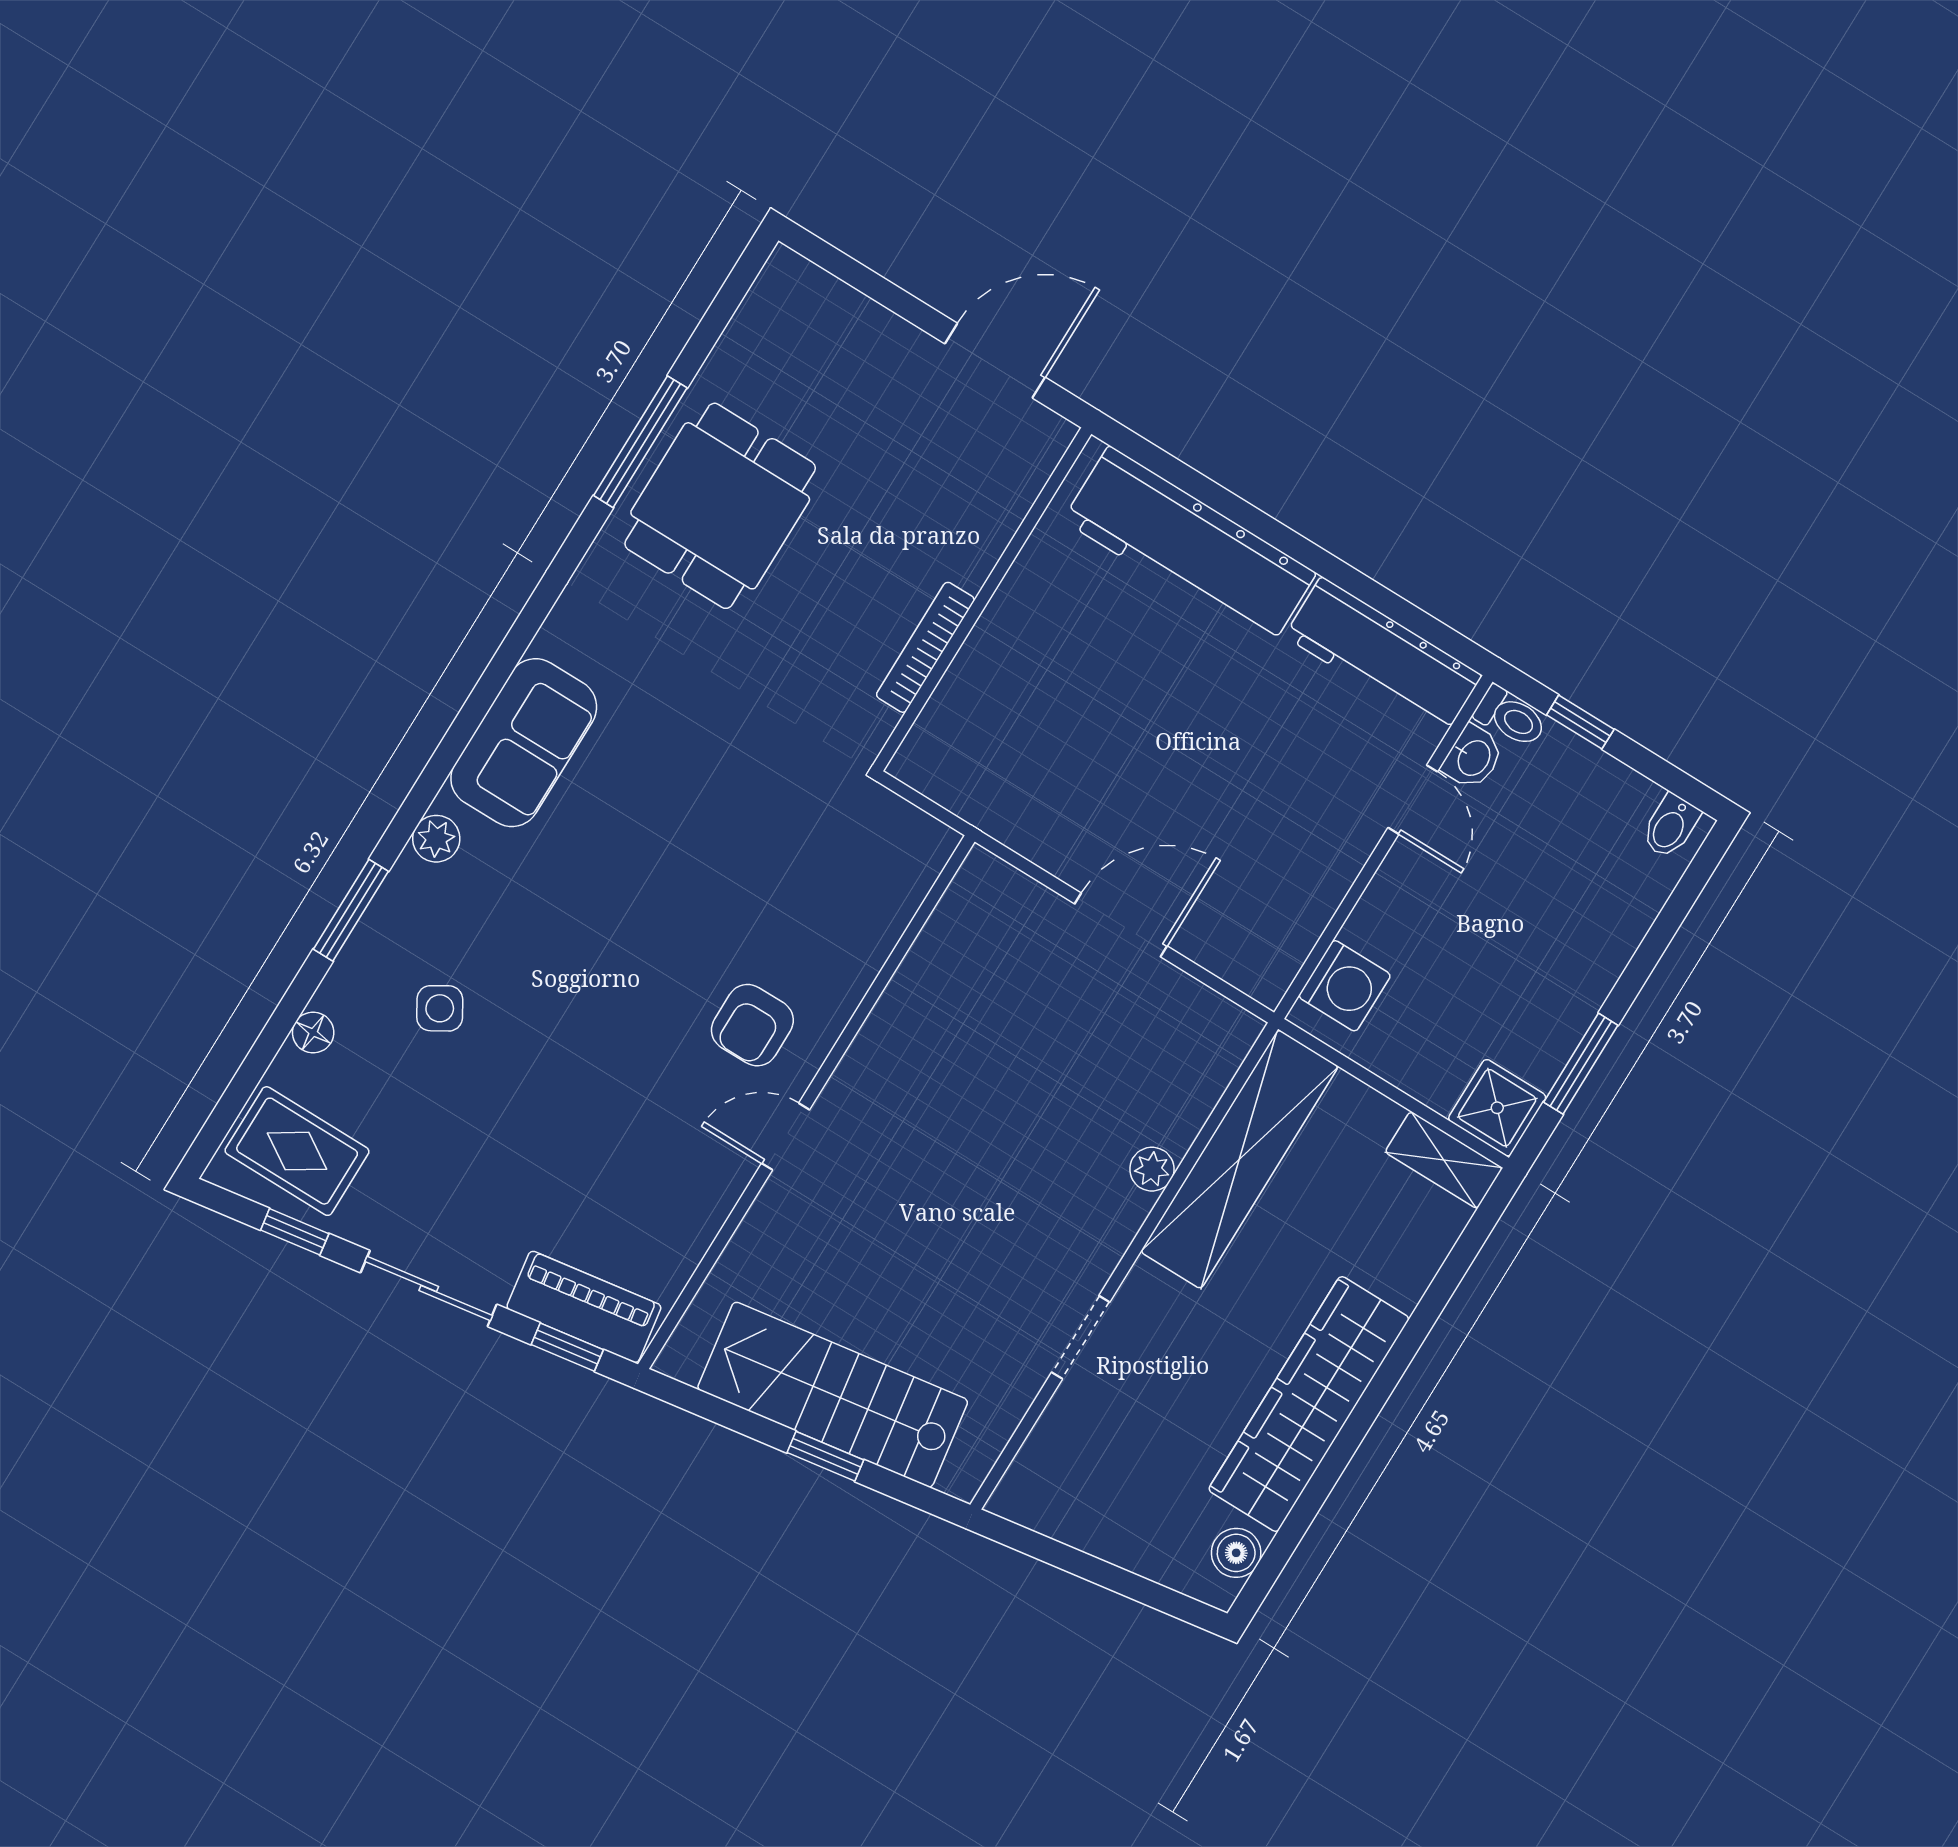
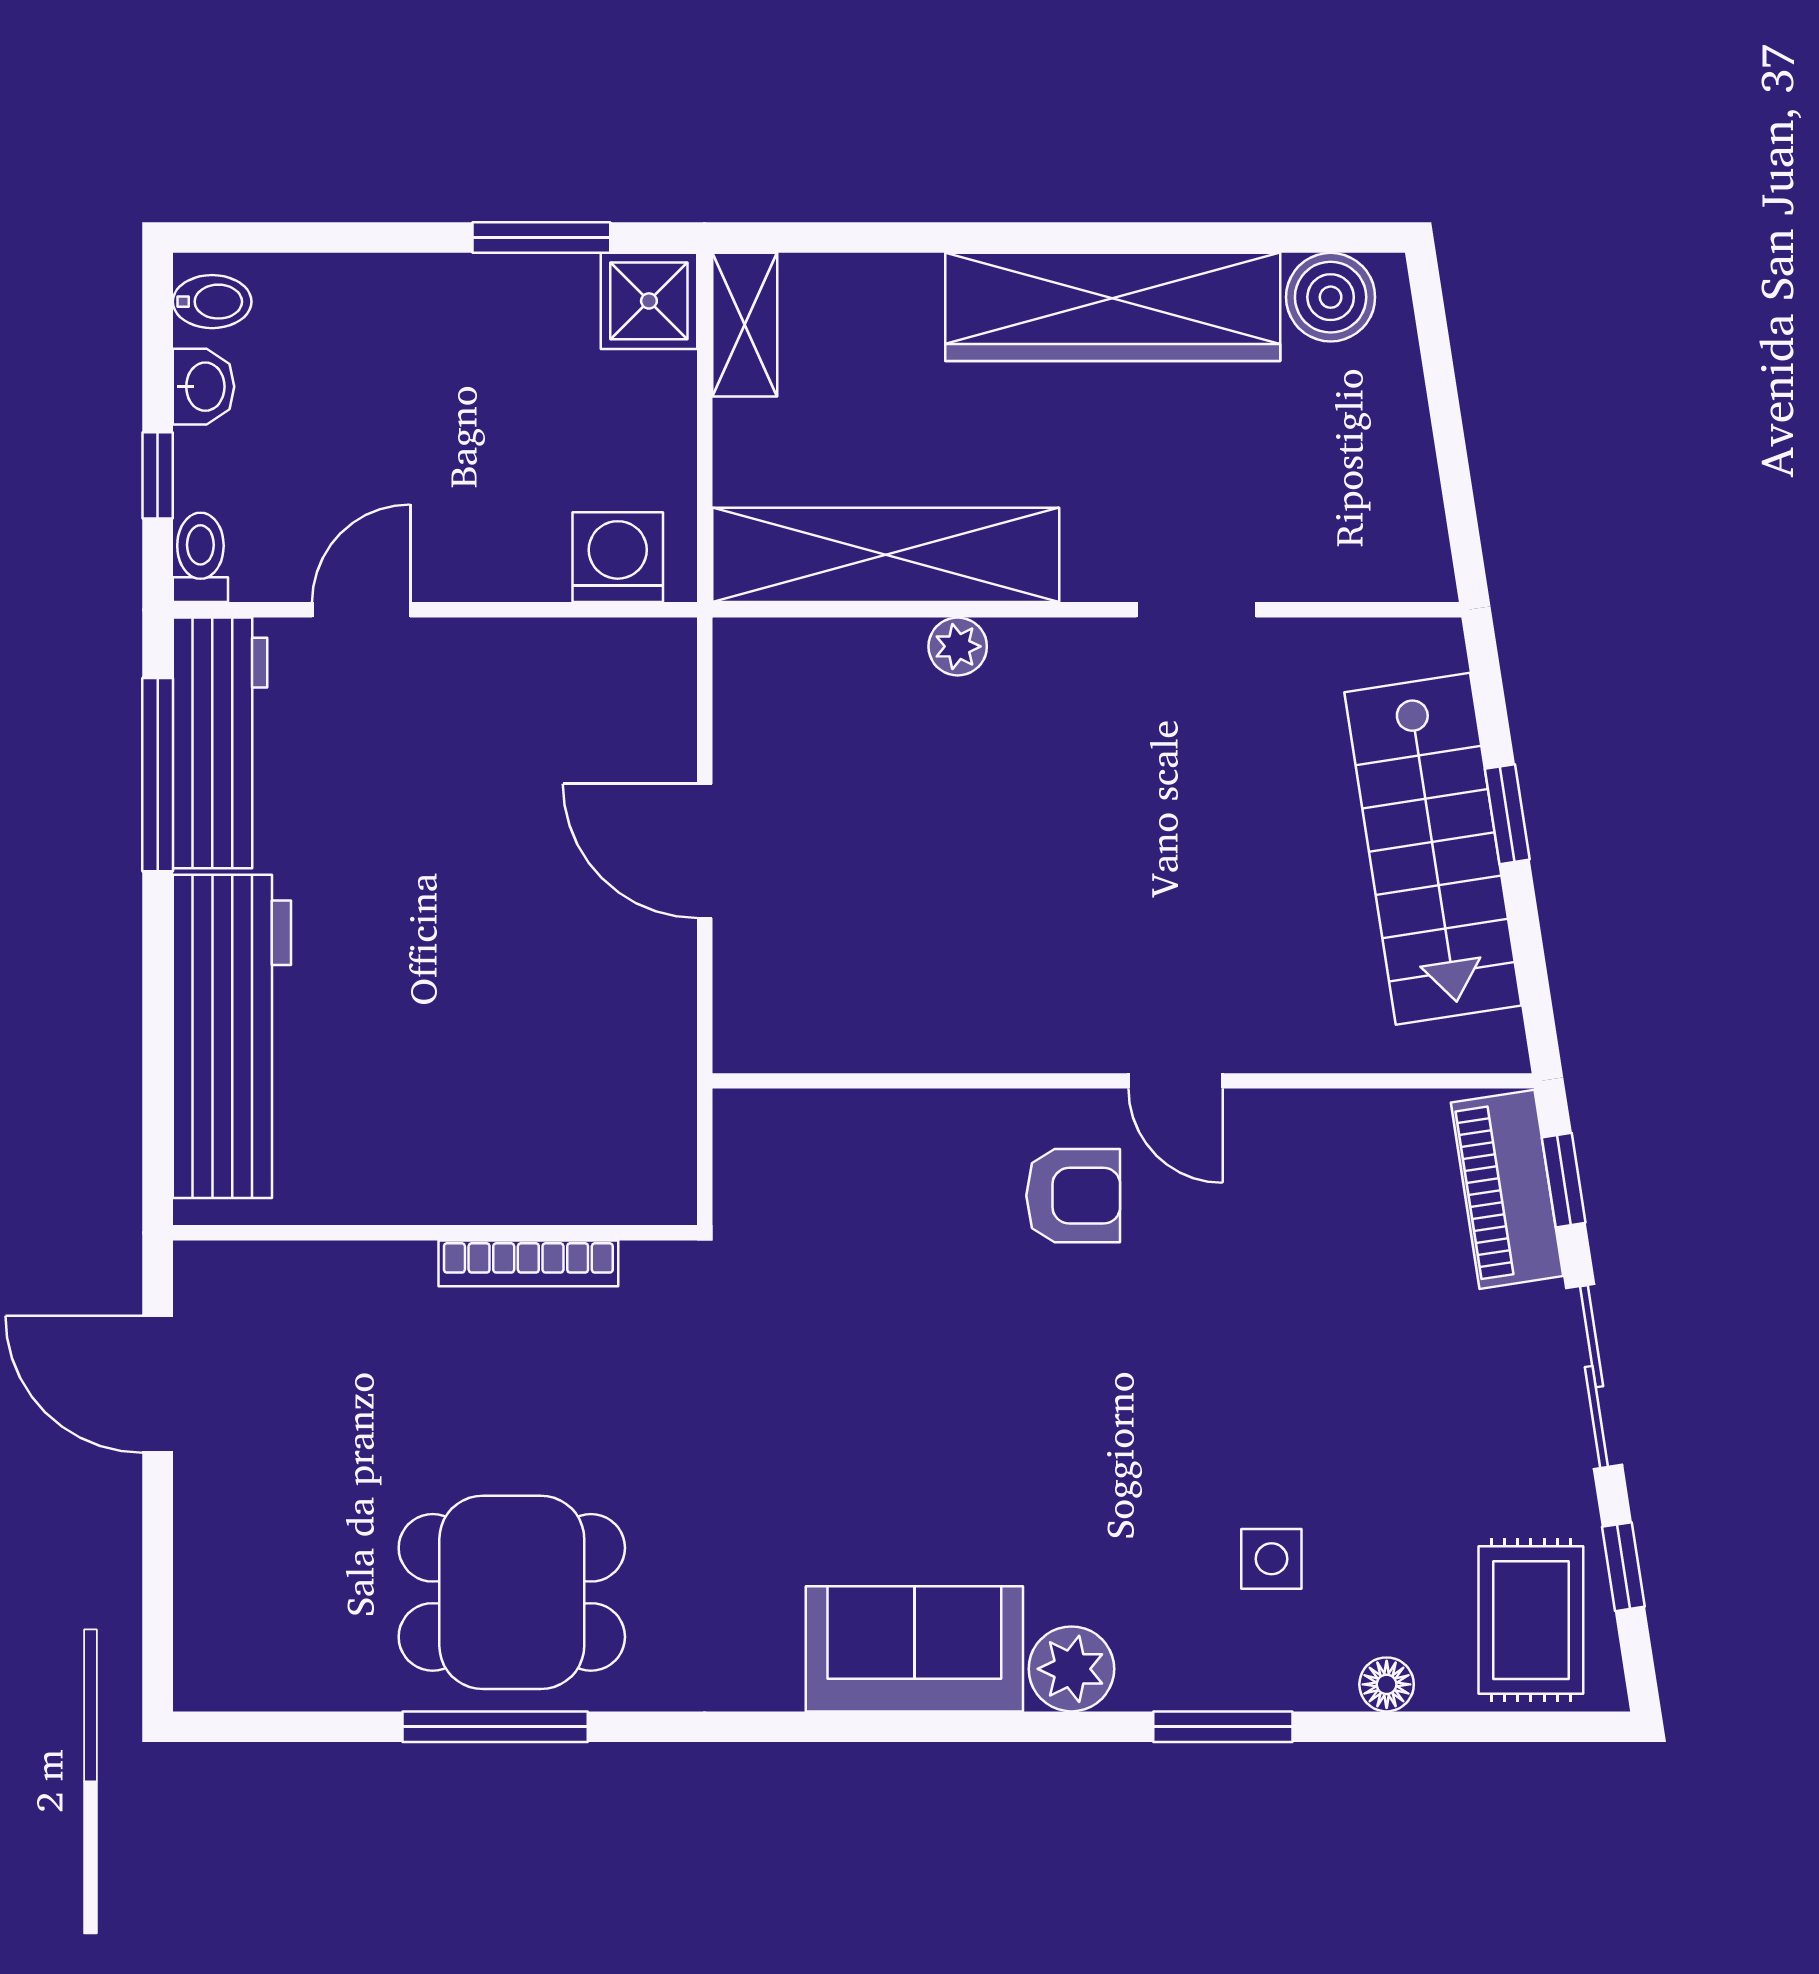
window: (1388, 603) -> (158, 775), added
washbasin: (1473, 757) -> (204, 387), moved, turned 90
plant: (436, 839) -> (1071, 1669), width x1.38, depth x1.38
side table: (440, 1008) -> (1271, 1559), turned 31
boiler: (1236, 1553) -> (1331, 297), width x1.36, depth x1.36

